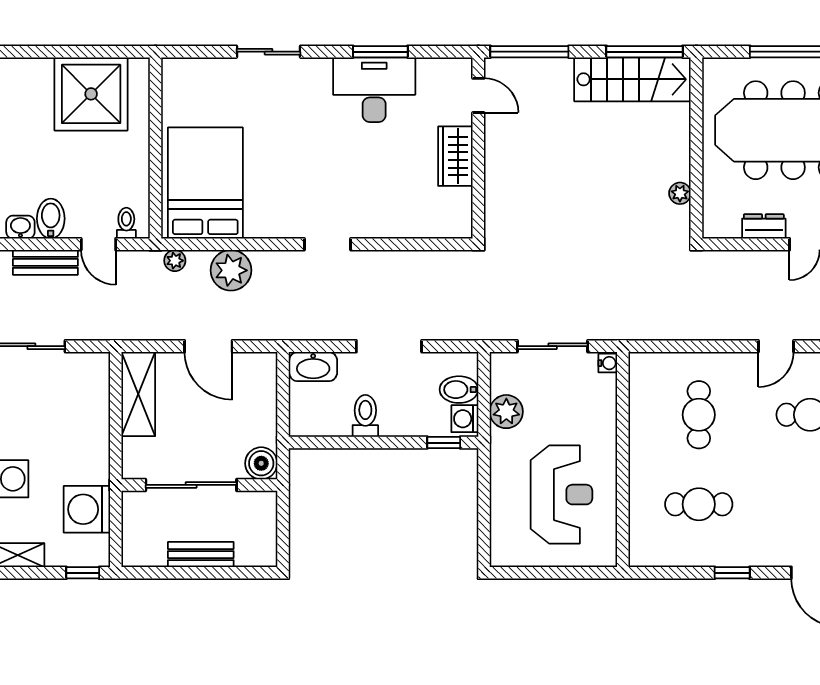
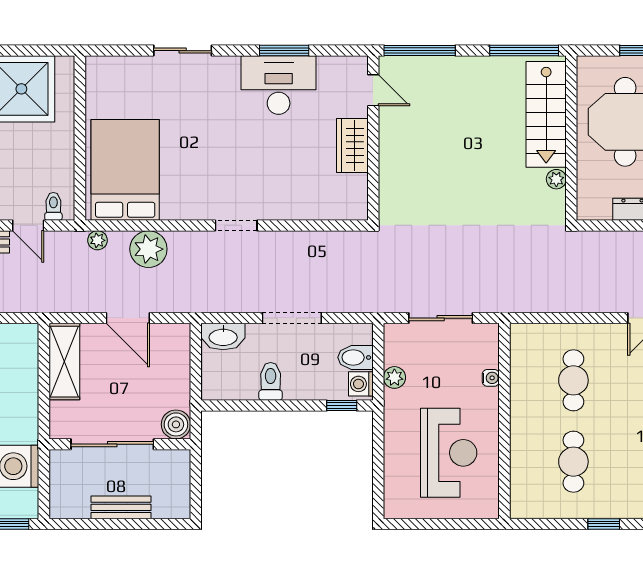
stairs: (632, 79) -> (546, 114), moved, turned 90
water cooler: (608, 363) -> (491, 378), moved
plant: (506, 412) -> (394, 377), width x0.73, depth x0.73
cafe table: (699, 504) -> (573, 462), turned 90

